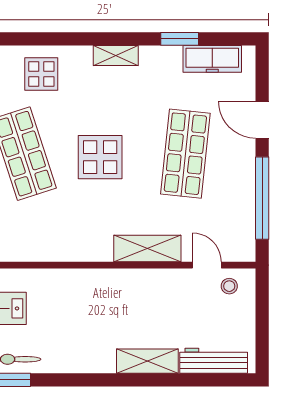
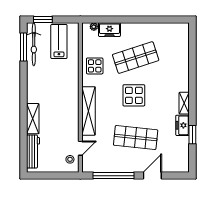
freezer: (212, 59) -> (183, 125), moved, width x0.71
display table: (41, 74) -> (95, 66), moved
shelving: (147, 249) -> (89, 111), width x1.47

